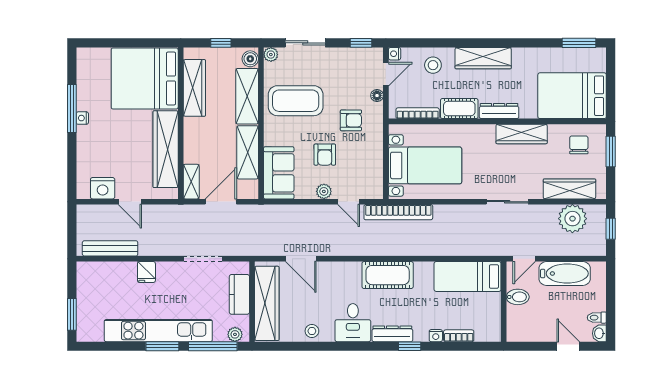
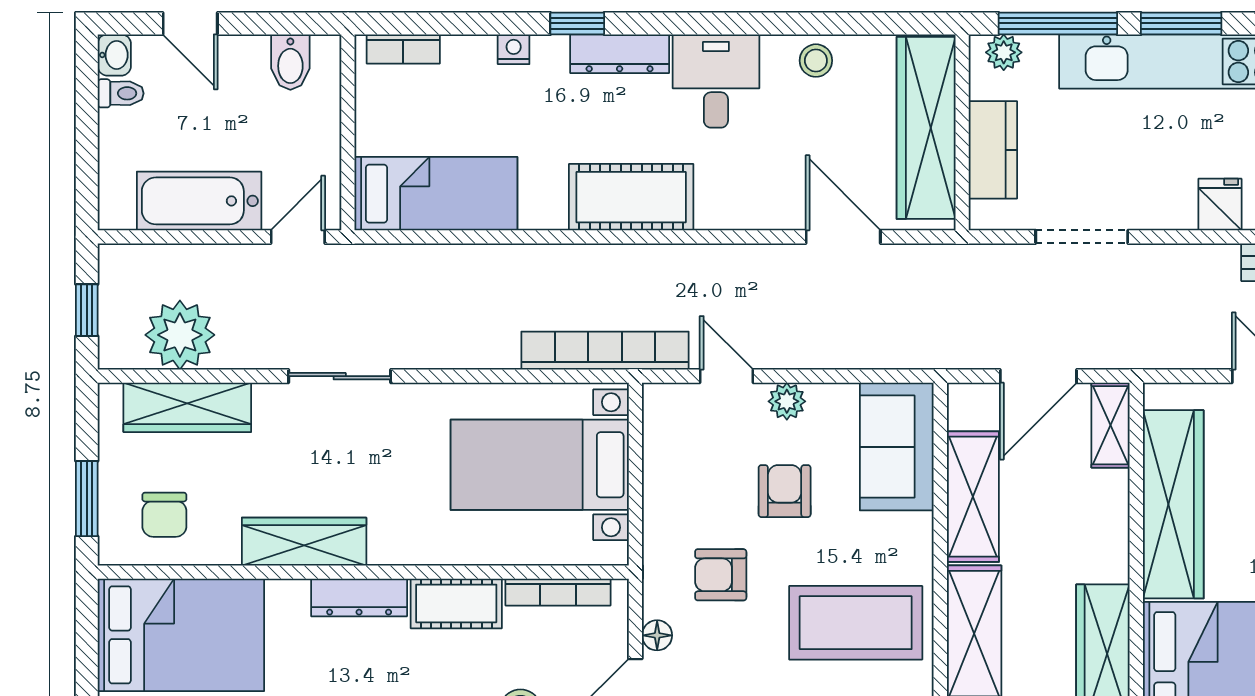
bidet: (518, 297) -> (290, 62), moved, turned -90
bookcase: (459, 336) -> (403, 49), moved

